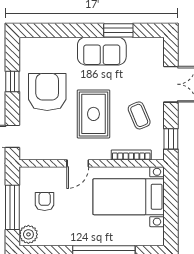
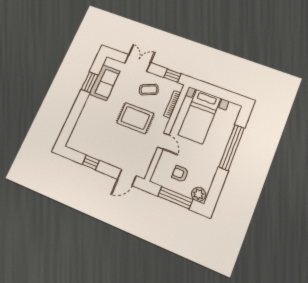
sofa: (102, 51) -> (105, 83), moved
armchair: (47, 92) -> (108, 142), removed

